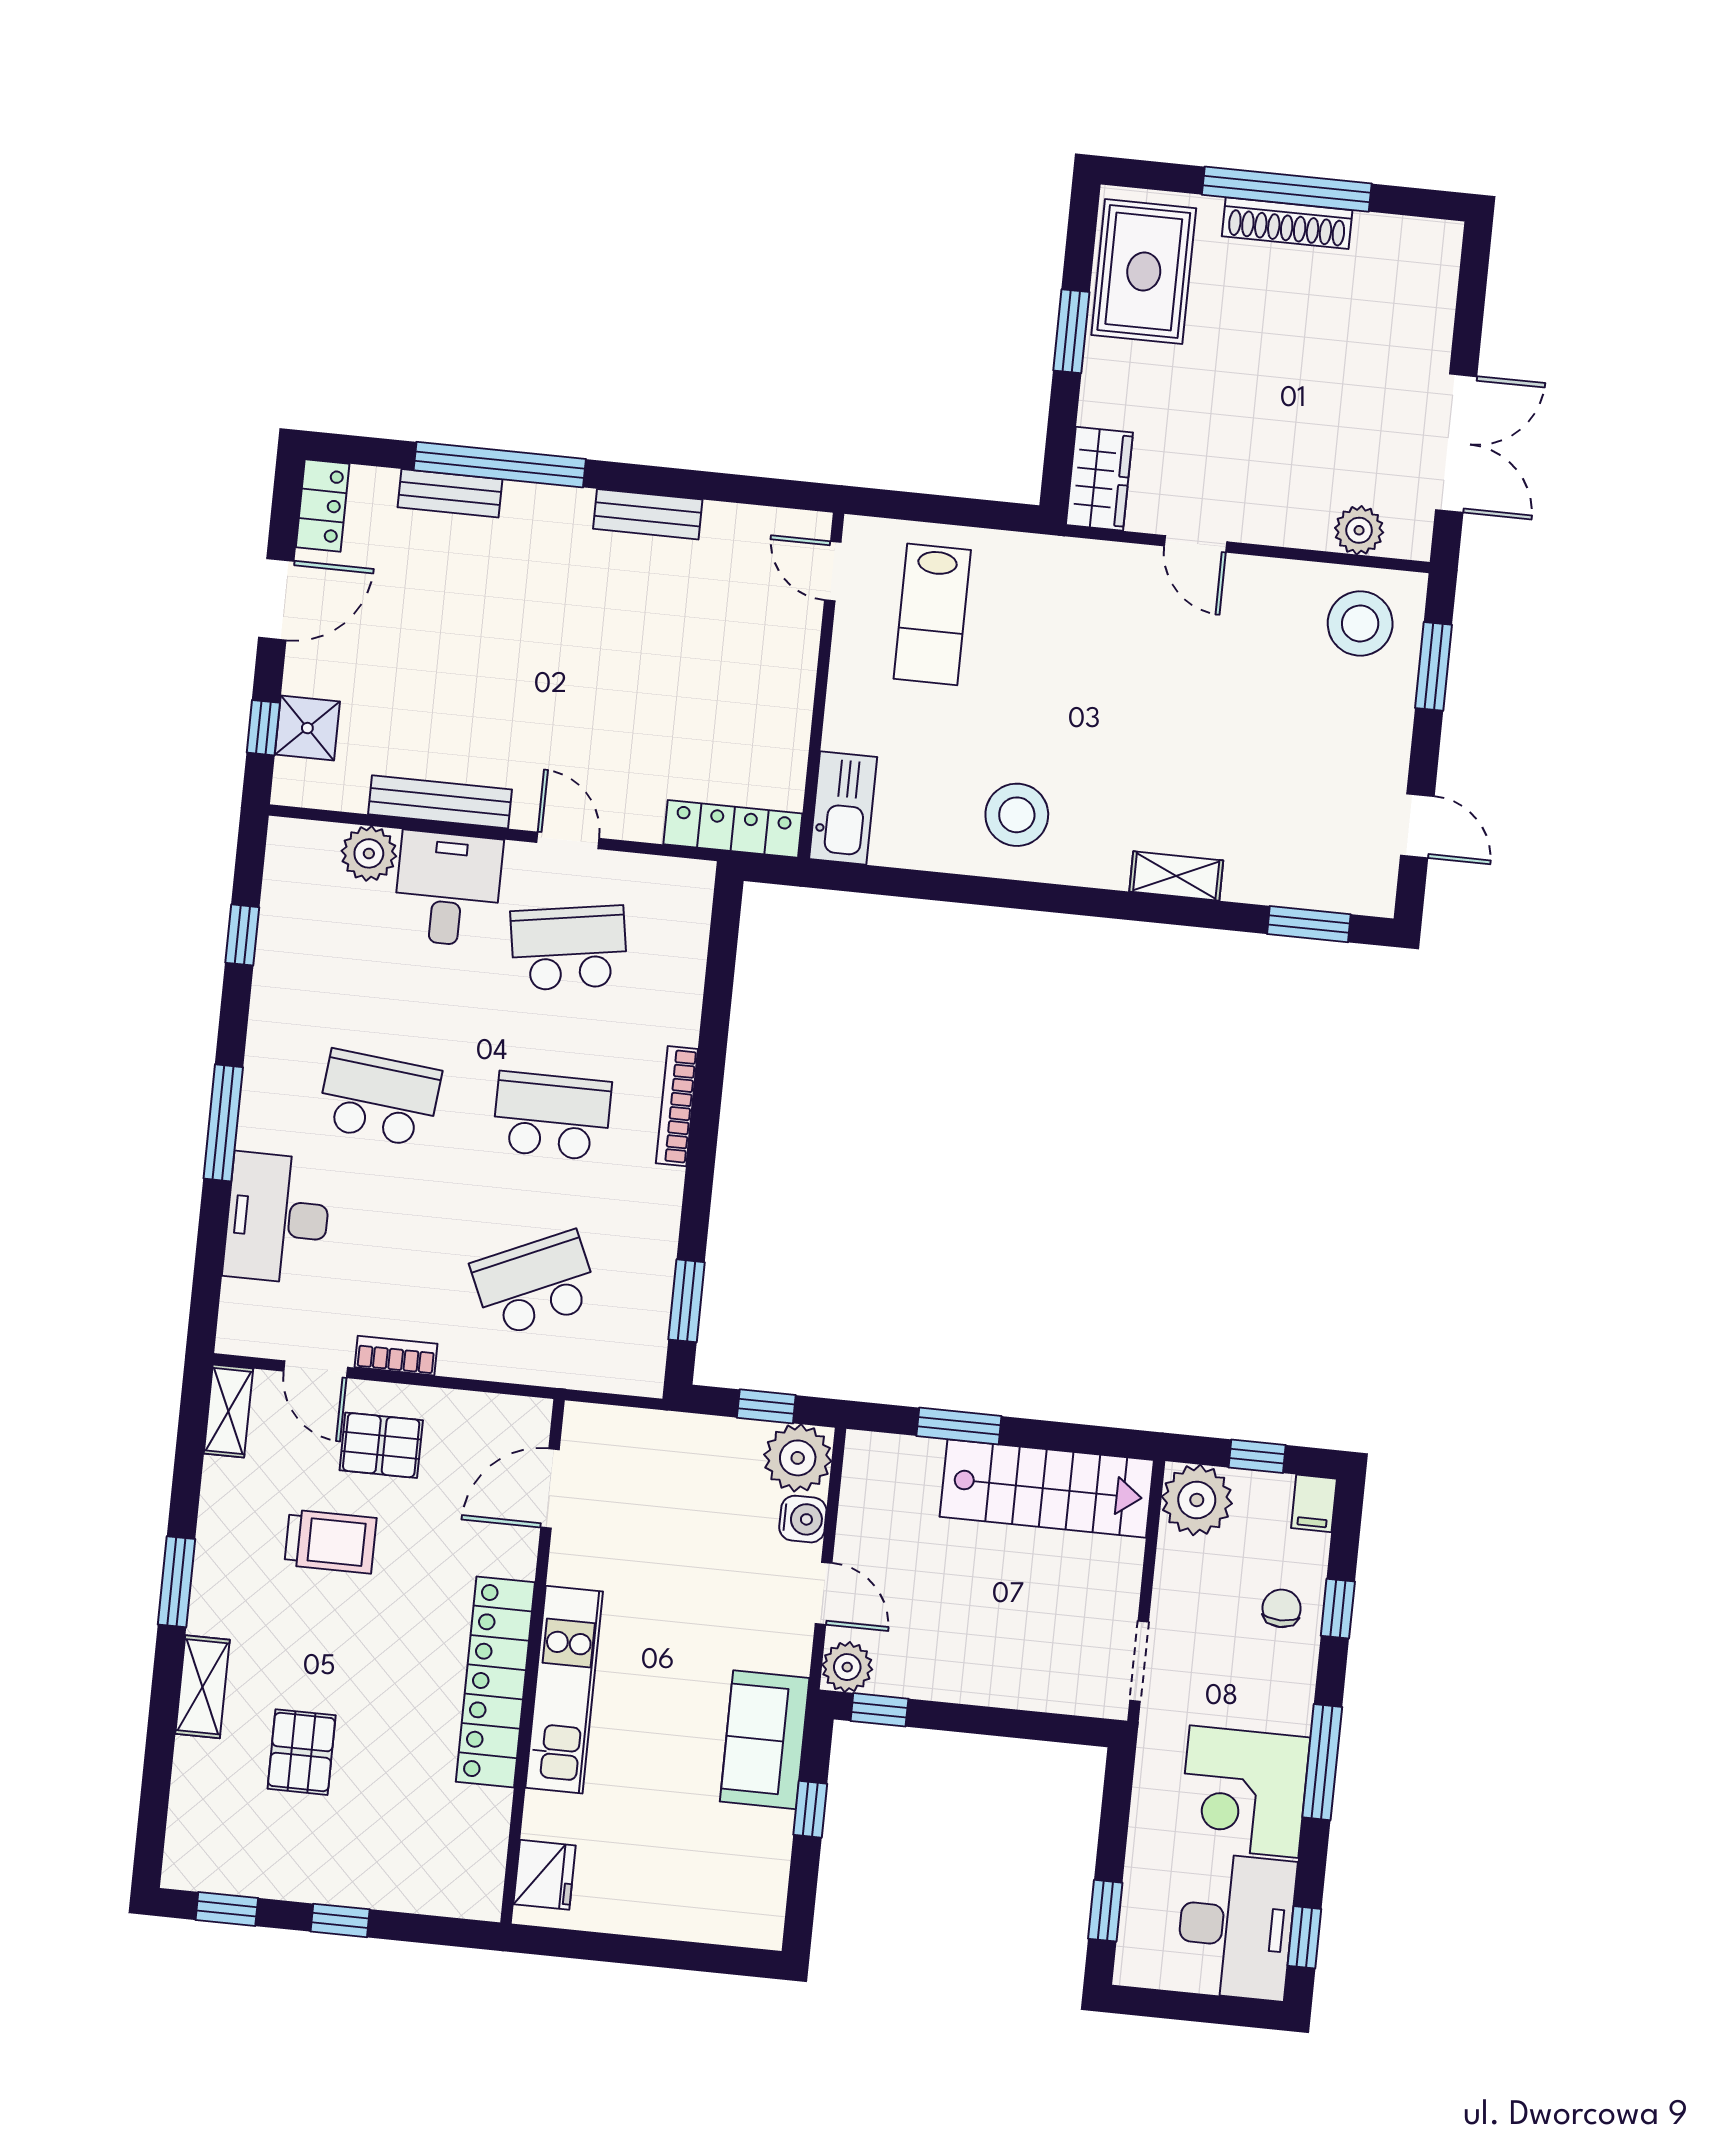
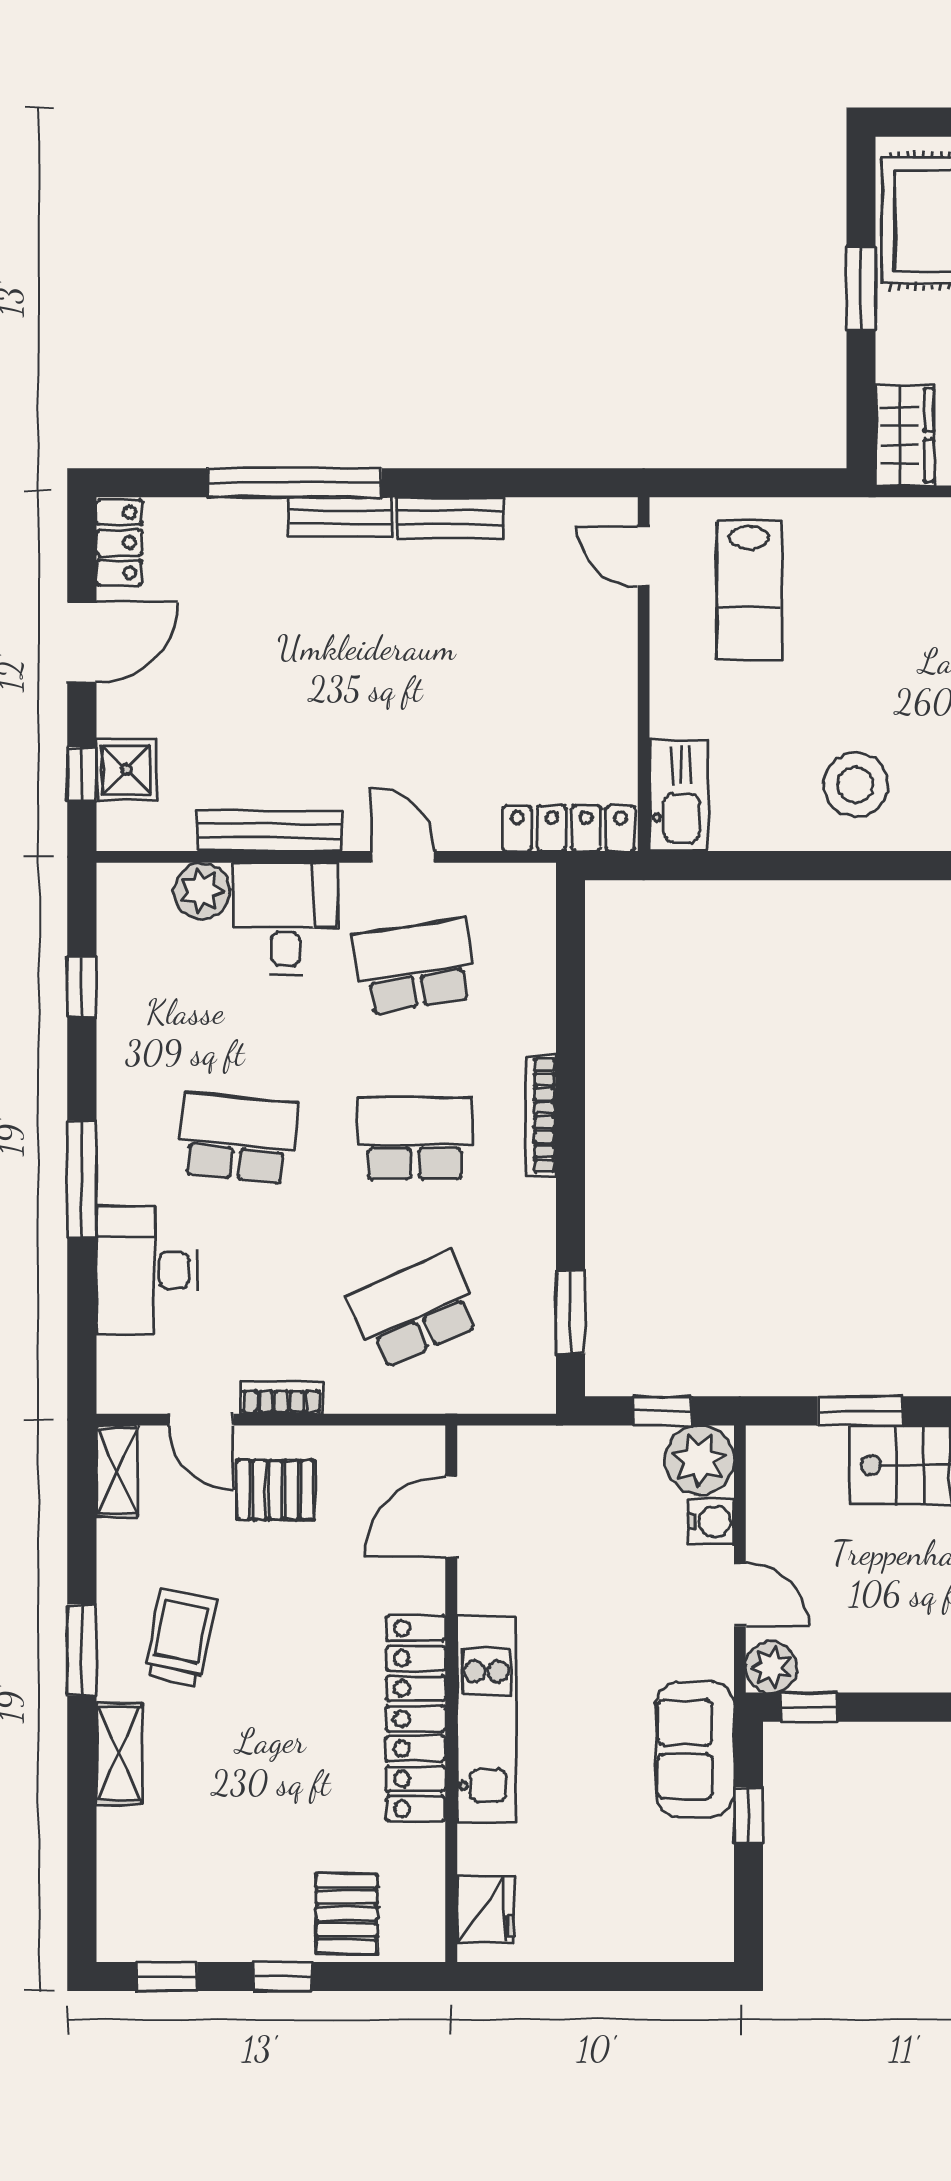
bench: (450, 493) -> (340, 517), moved
trolley: (330, 1541) -> (180, 1638), moved, turned -78
pallet: (302, 1752) -> (347, 1914), moved

